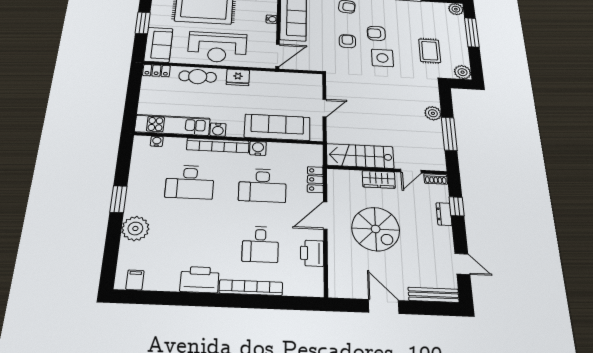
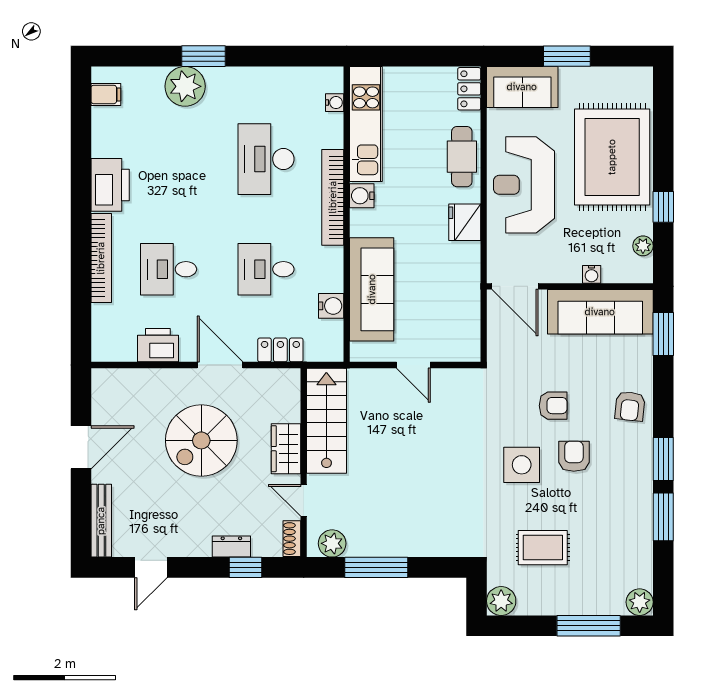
plant: (433, 113) -> (332, 543), moved
water cooler: (258, 148) -> (331, 306), moved
desk: (263, 185) -> (266, 269), width x0.73
window: (118, 199) -> (204, 56), moved

